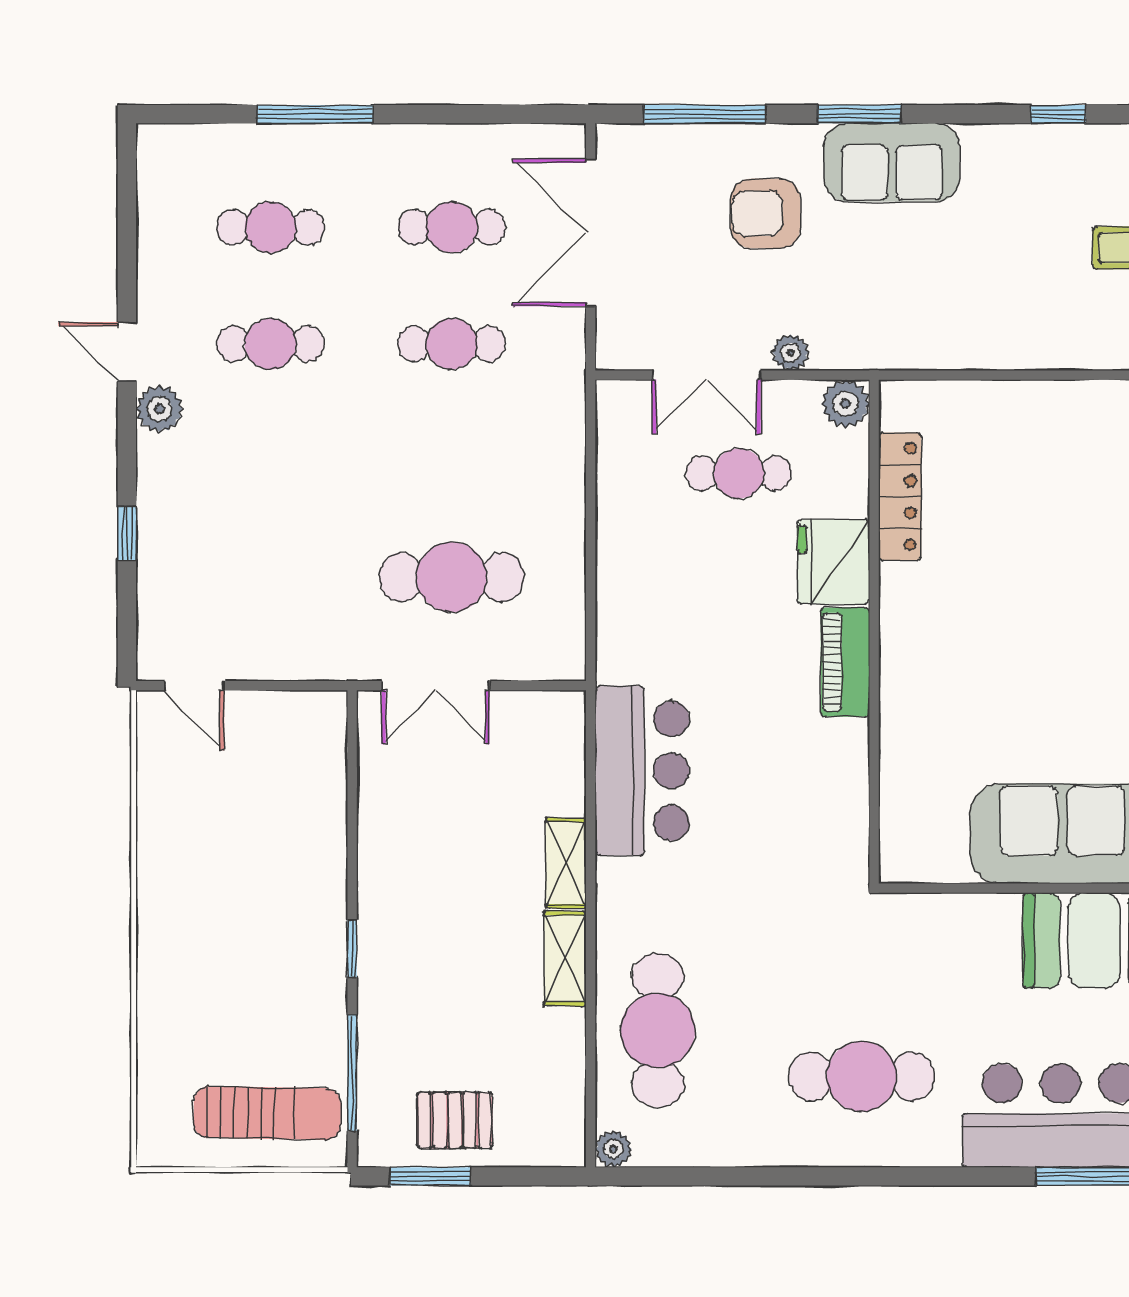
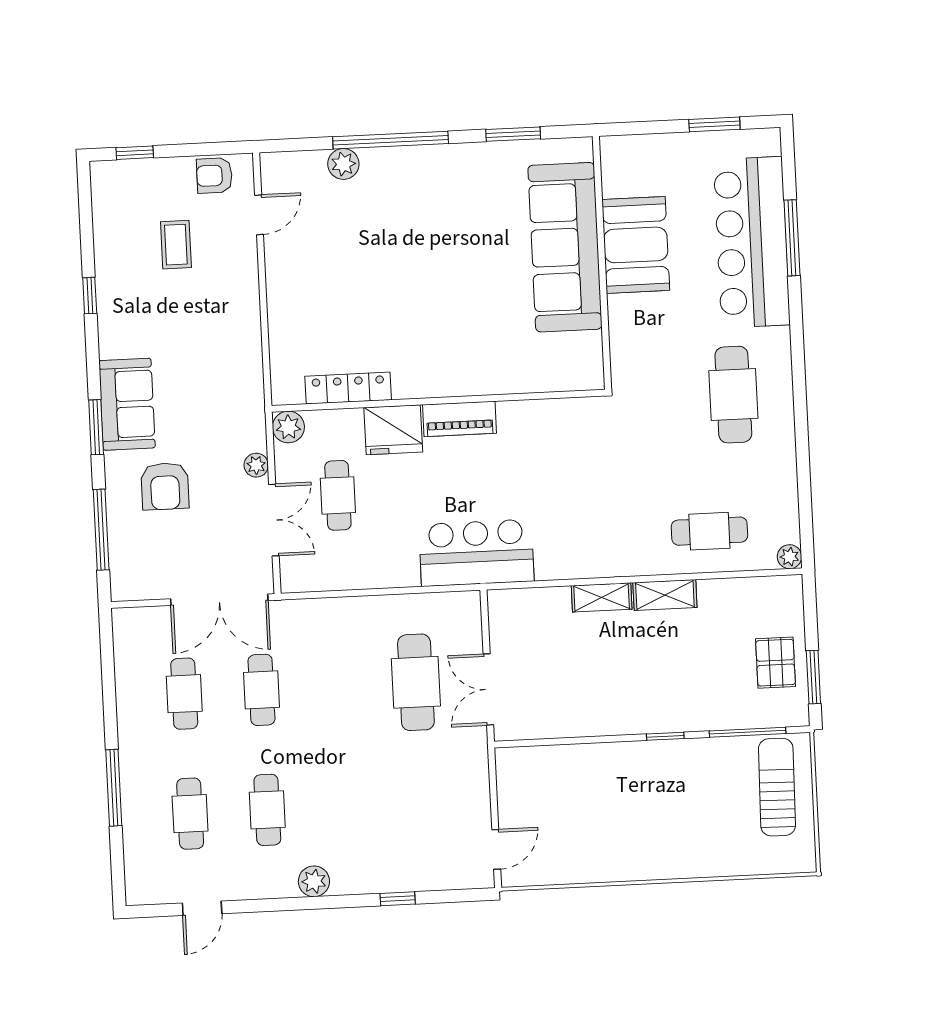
double door: (591, 233) -> (219, 600), moved
door: (127, 352) -> (202, 908), moved
double door: (436, 686) -> (488, 689), swing flipped
bar counter: (642, 771) -> (476, 553), moved
cafe table: (658, 1030) -> (709, 531), width x0.73, depth x0.74

